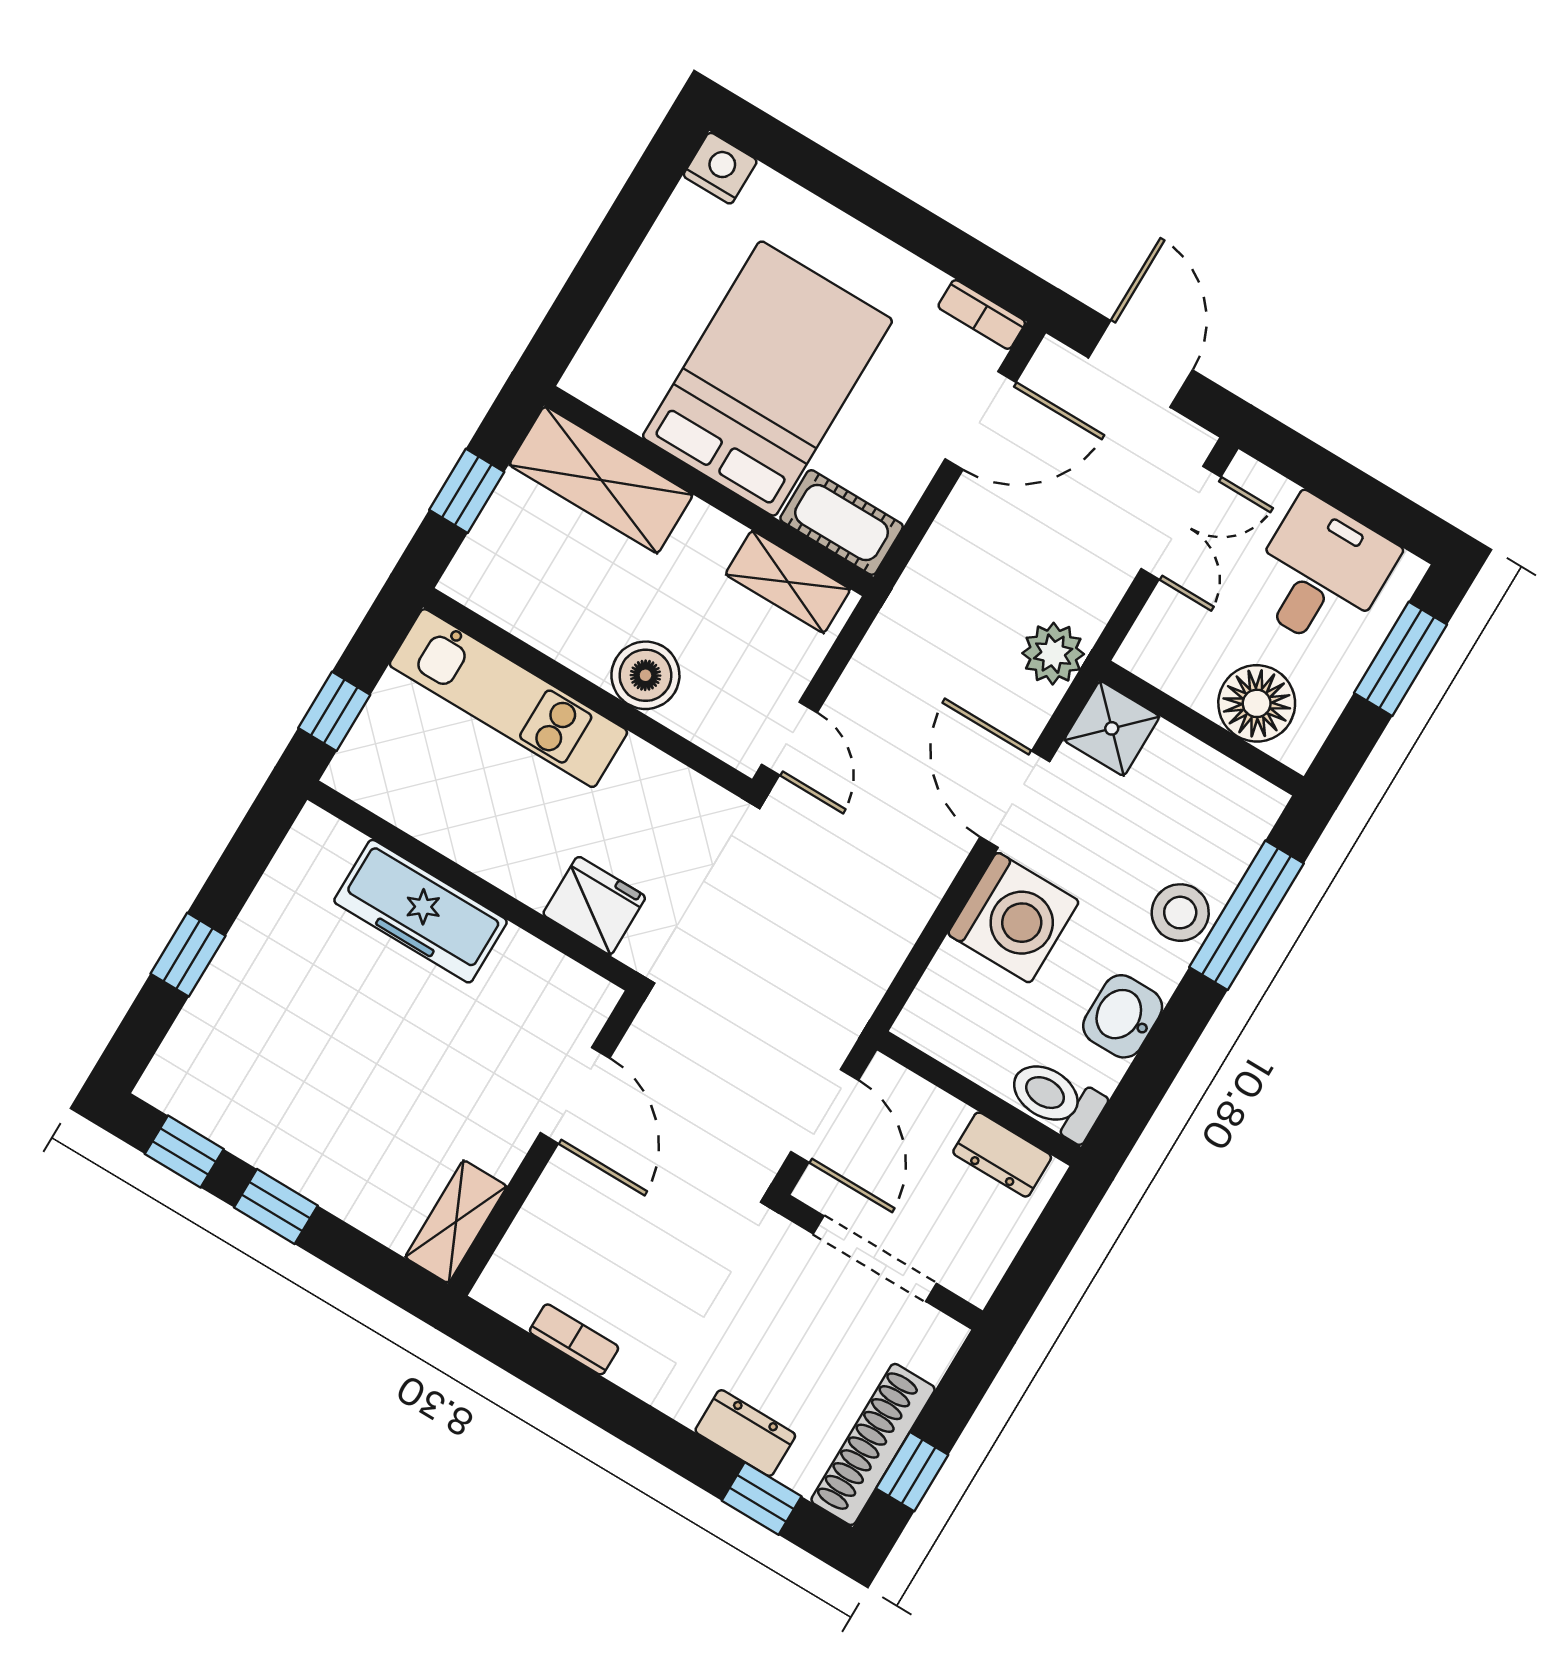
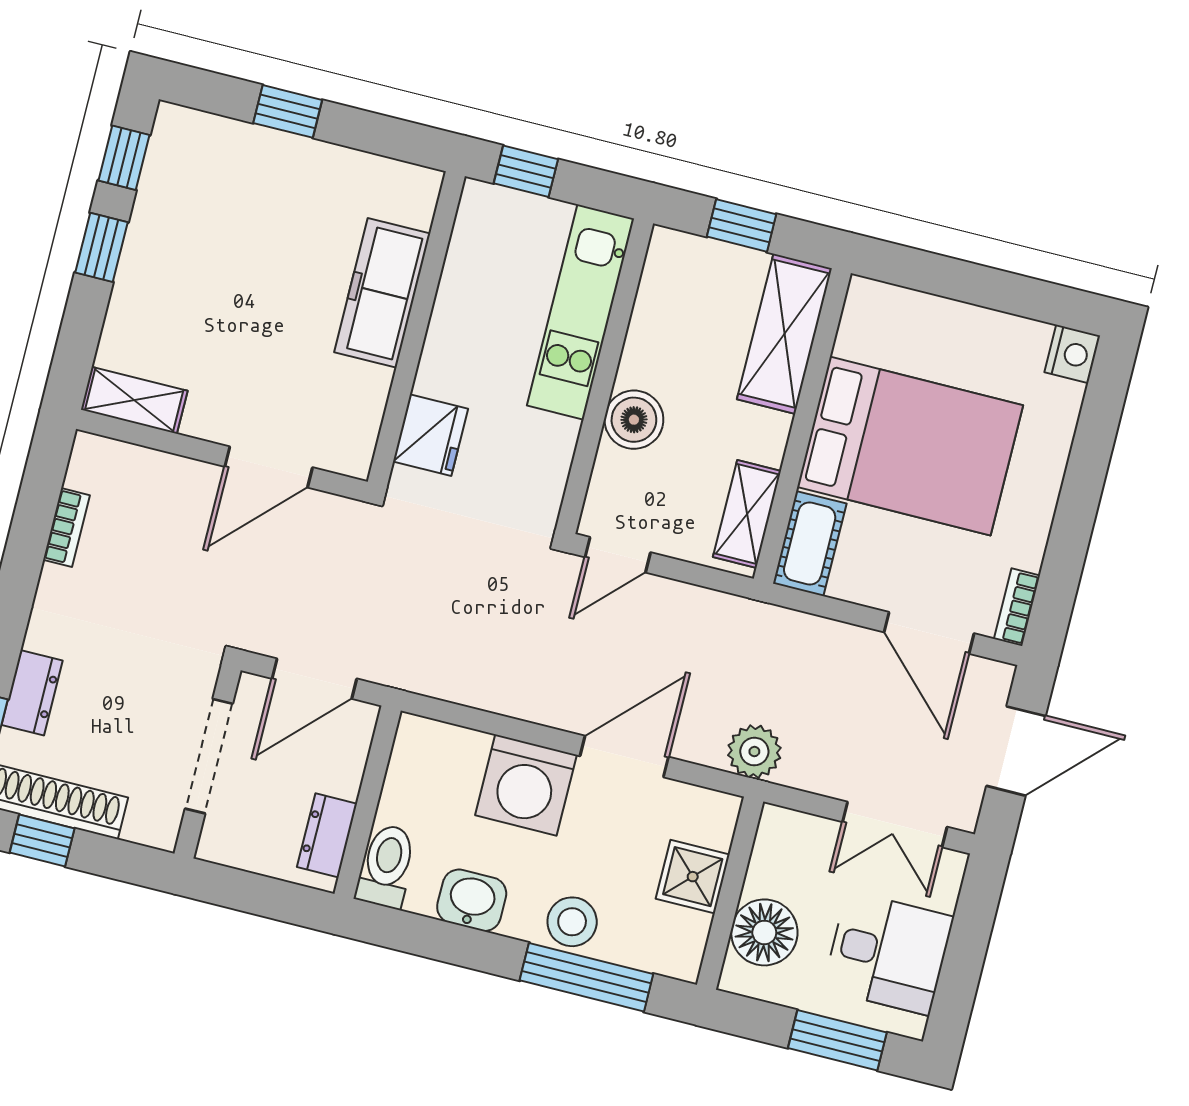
shower: (1112, 728) -> (693, 877), moved

